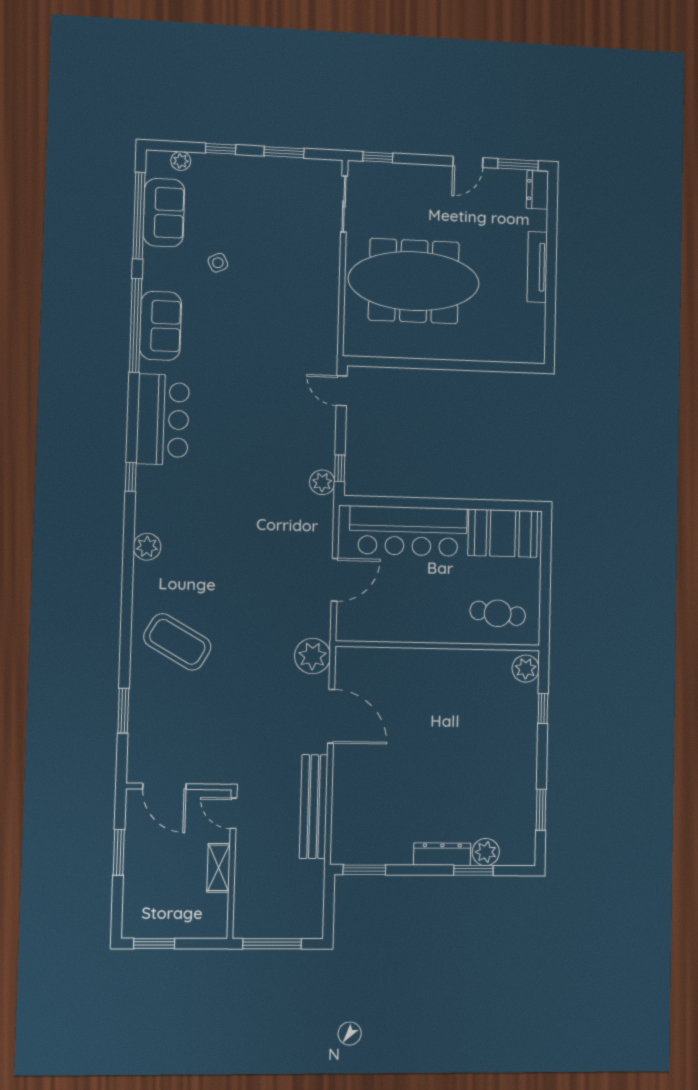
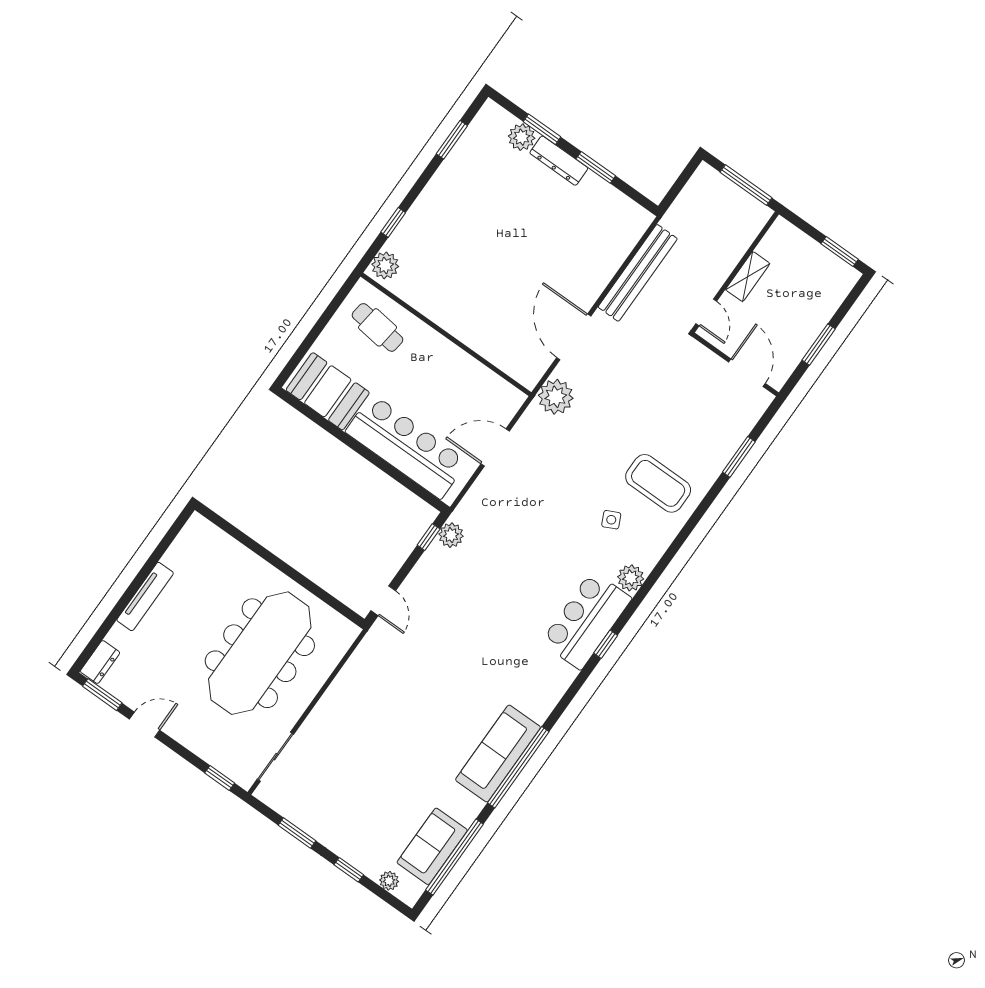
side table: (218, 263) -> (611, 520), moved
meeting table: (414, 281) -> (260, 653), turned 90
sofa: (160, 326) -> (498, 753), width x1.36
bar counter: (163, 419) -> (586, 620), moved
coffee table: (177, 642) -> (658, 483), turned -30
window: (364, 870) -> (596, 167), moved

